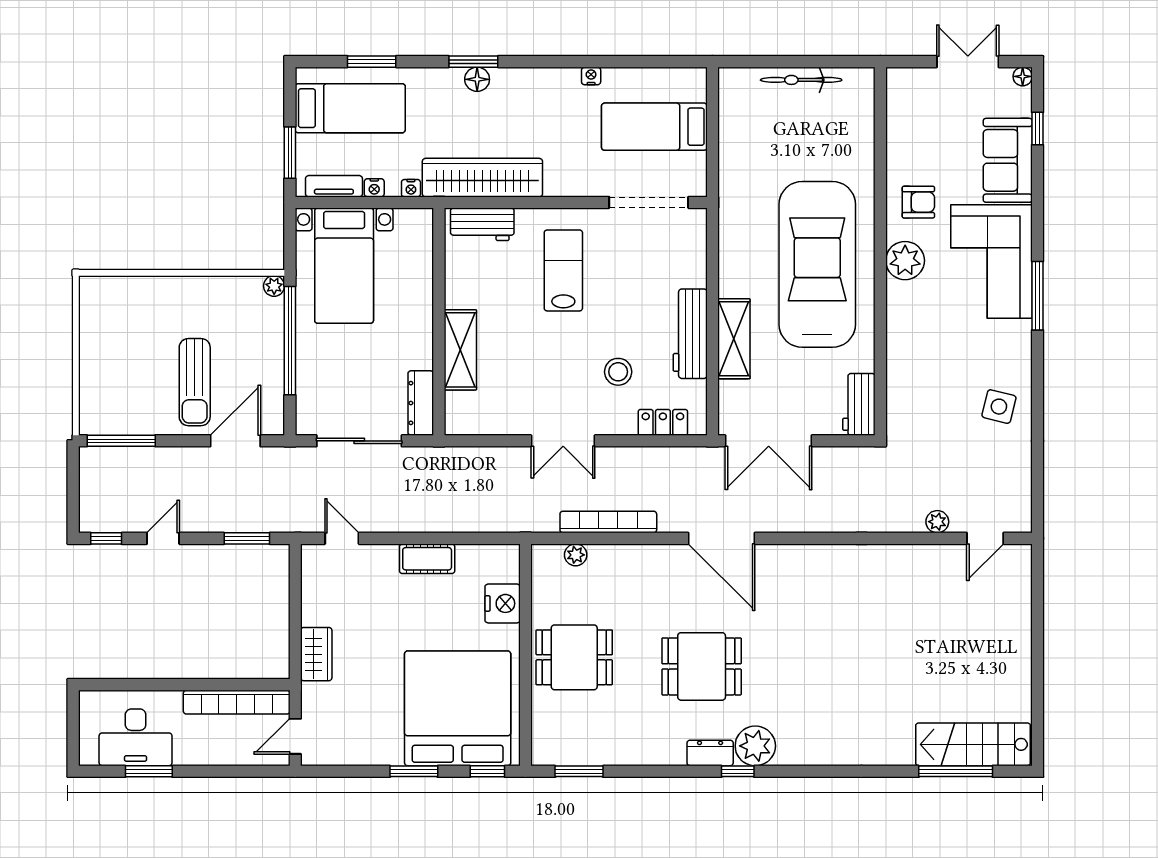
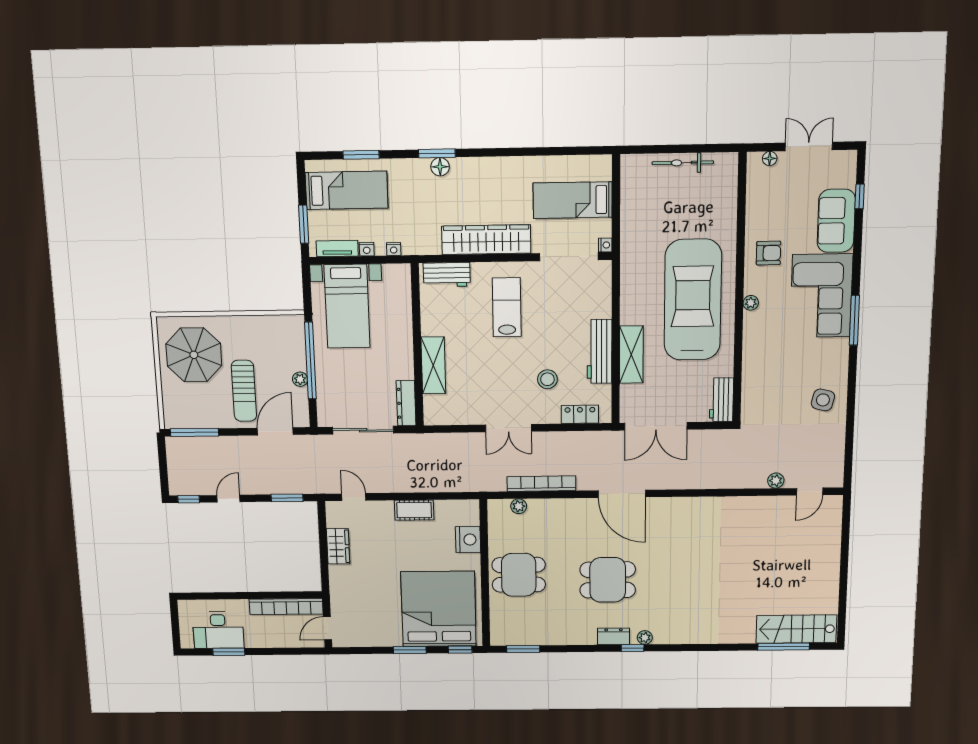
nightstand: (591, 76) -> (605, 245), moved, turned 90
floor lamp: (1023, 76) -> (770, 159), moved
wardrobe: (482, 178) -> (486, 240), moved
plant: (905, 261) -> (751, 303), width x0.53, depth x0.53
plant: (274, 286) -> (300, 379), moved
parasol: (128, 330) -> (194, 355), added
wardrobe: (316, 654) -> (338, 546), moved
plant: (755, 746) -> (645, 638), width x0.53, depth x0.53

